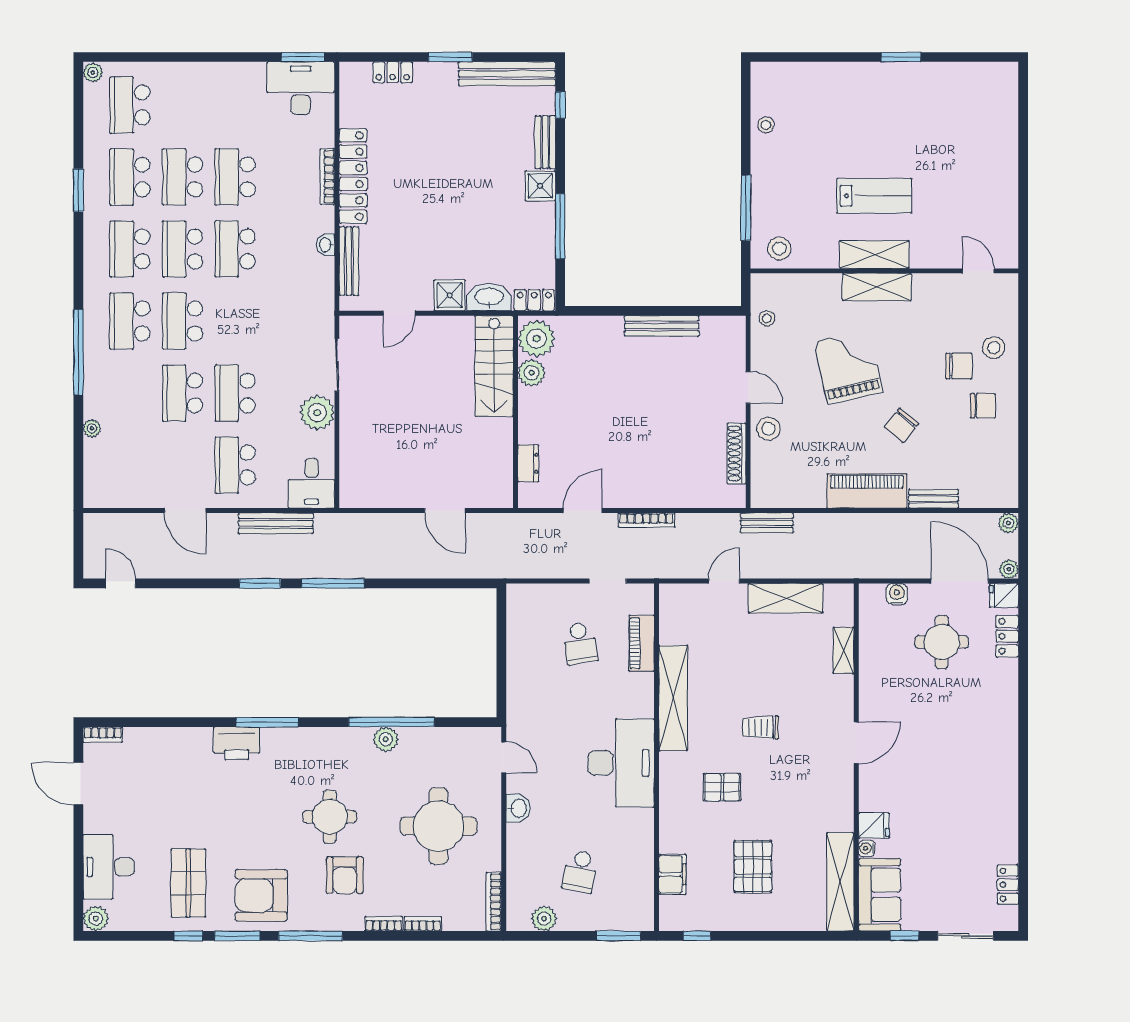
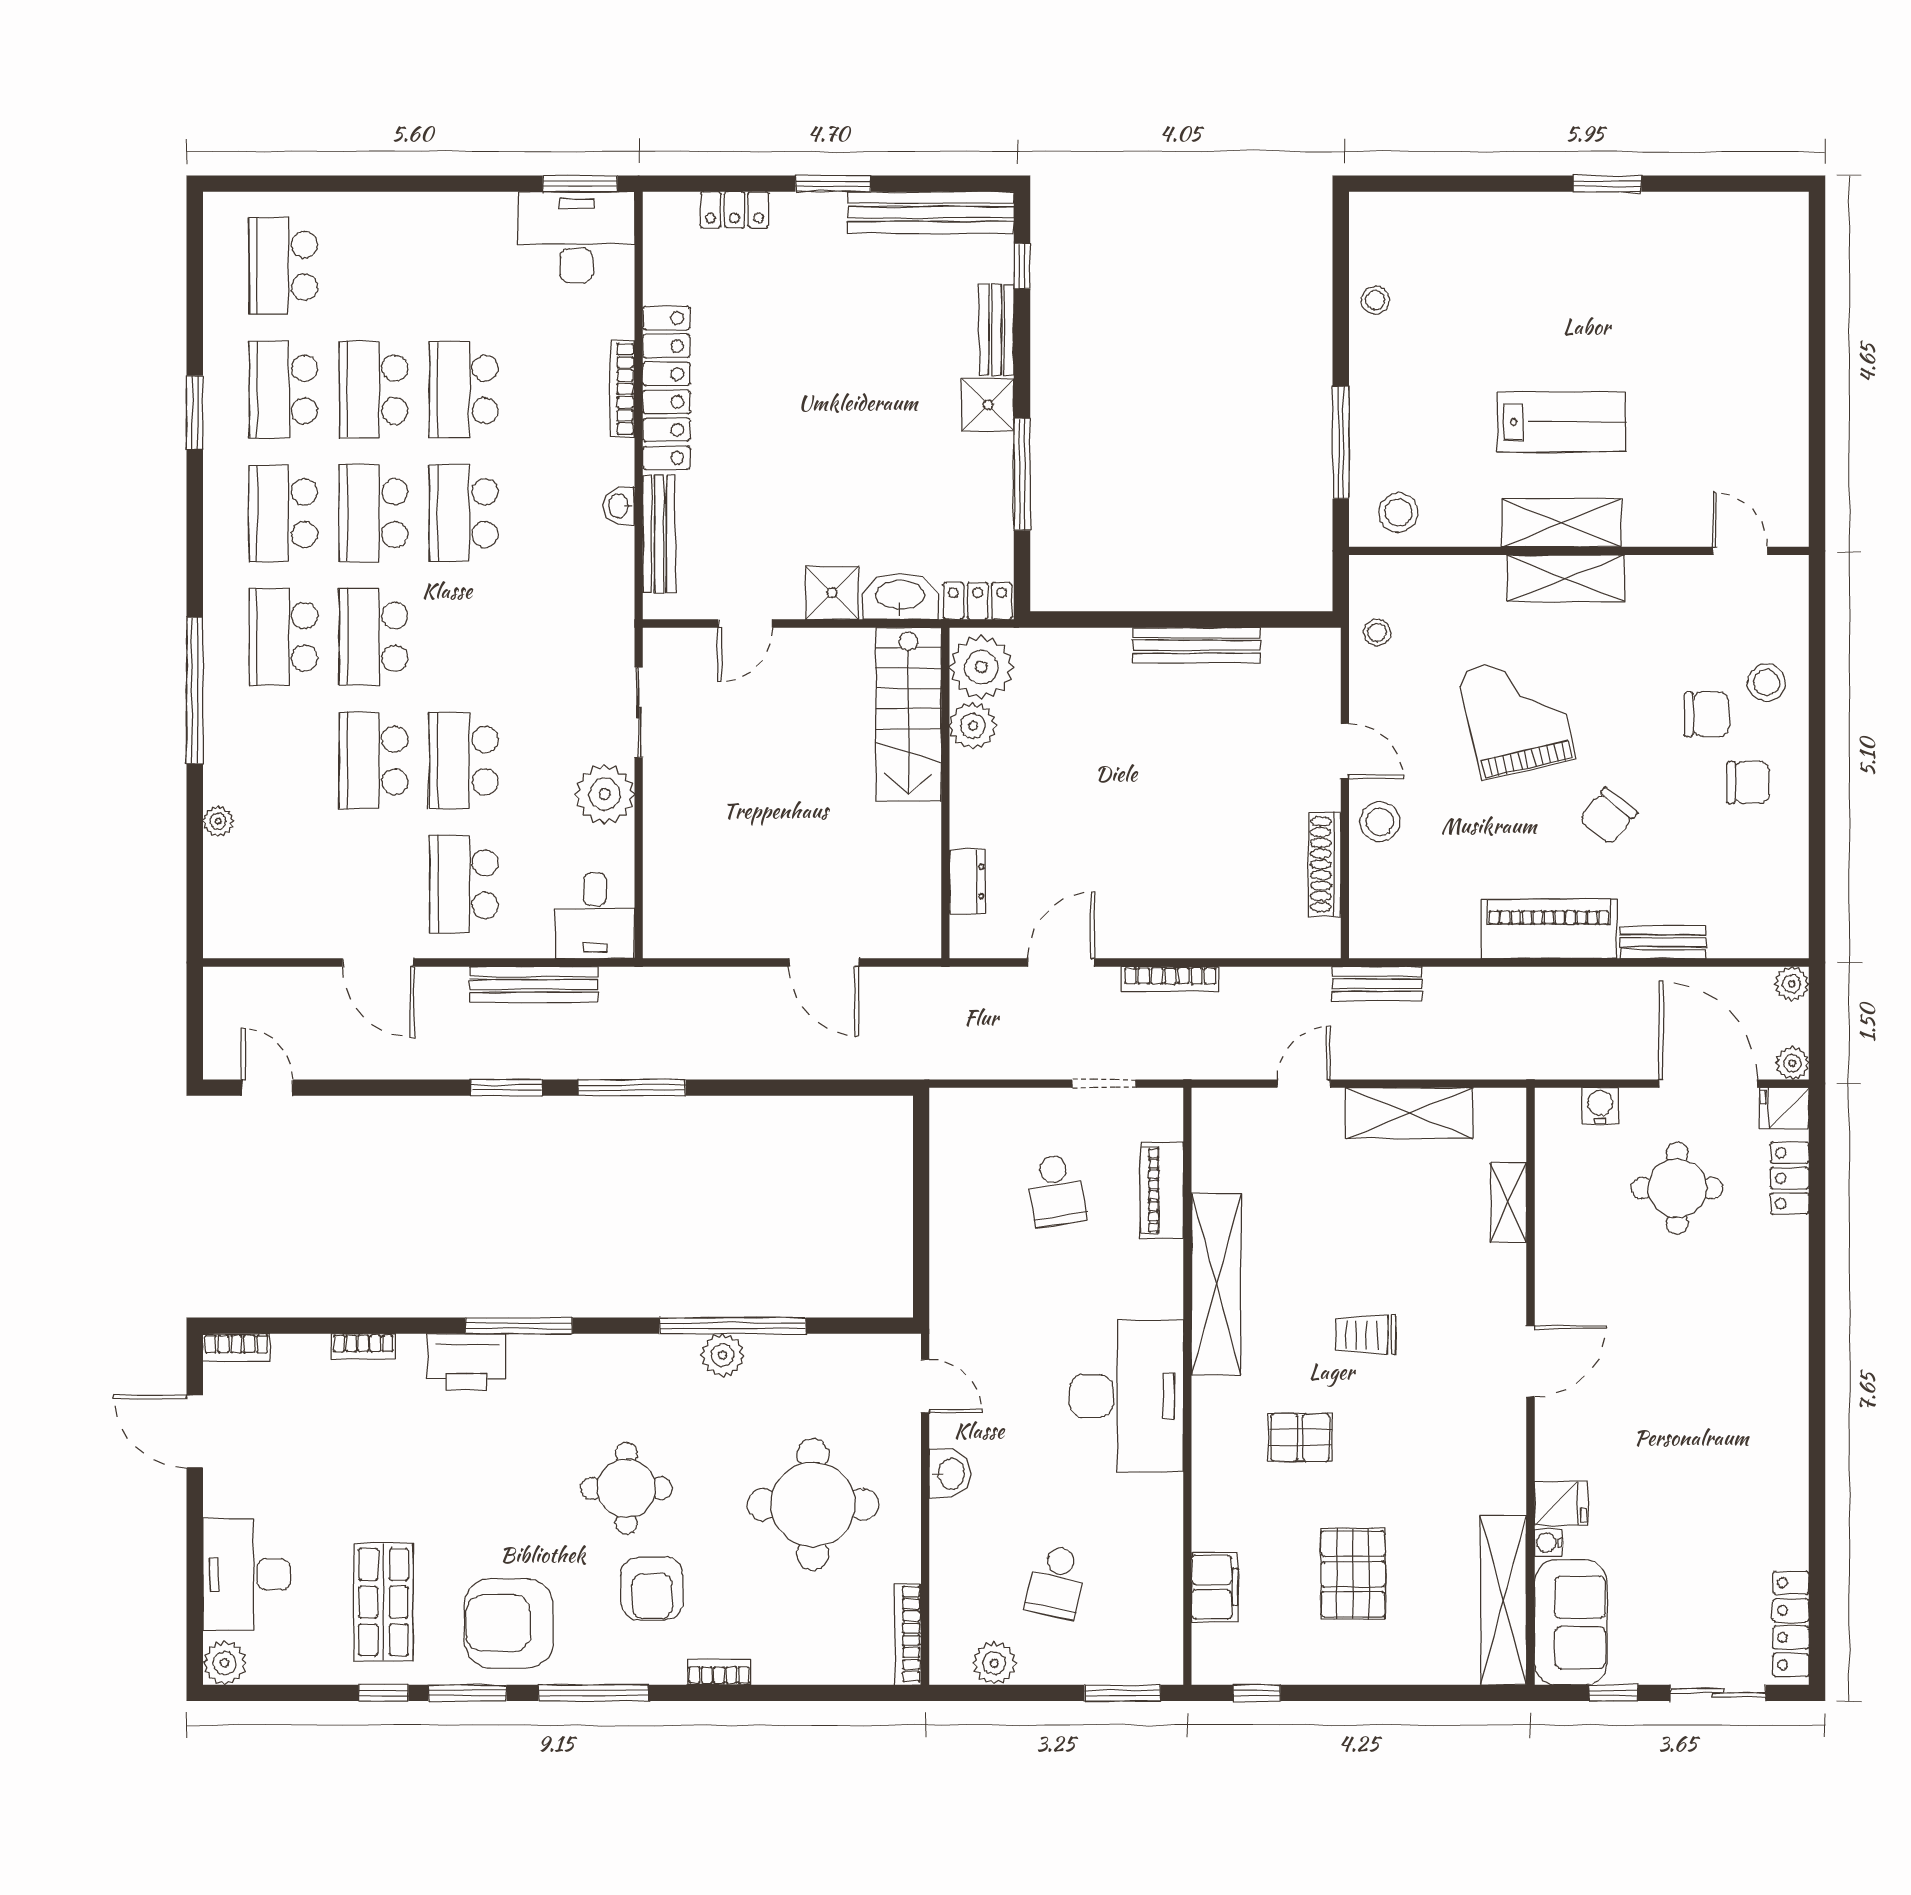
plant: (93, 73) -> (219, 210), removed
locker: (1008, 885) -> (1791, 1624), width x1.53
bookcase: (423, 924) -> (363, 1346), moved, turned 180

